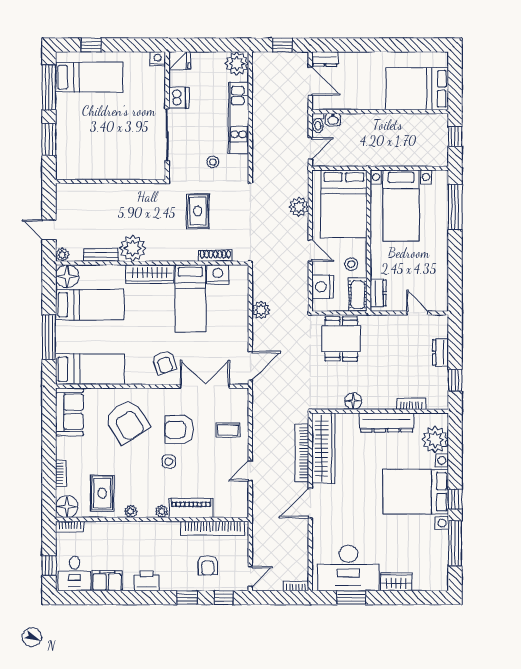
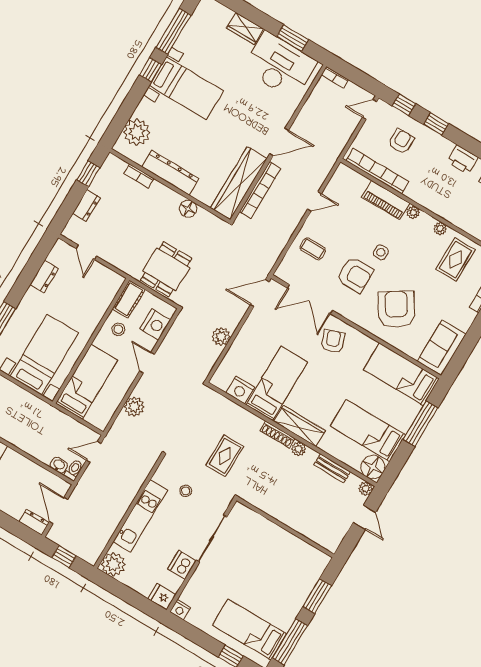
bed: (344, 204) -> (87, 382), width x0.67
plant: (133, 248) -> (299, 449), width x0.53, depth x0.53
shoe rack: (215, 256) -> (277, 435), moved
dresser: (378, 293) -> (44, 276), moved, turned 180
bed with nightstands: (416, 492) -> (186, 88), width x0.73

